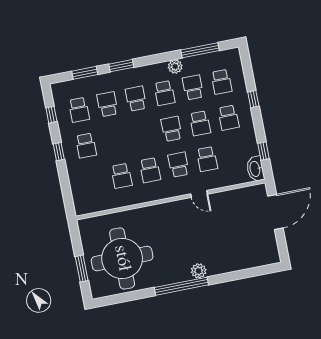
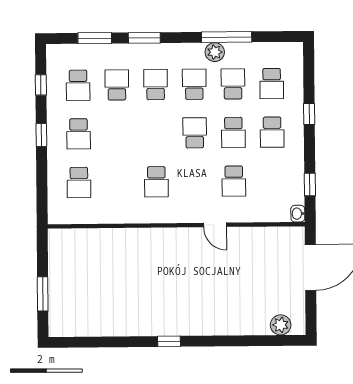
window: (200, 50) -> (227, 37), moved
school desk: (164, 93) -> (194, 84), turned 180
school desk: (178, 165) -> (195, 181), removed
washbasin: (255, 169) -> (298, 214), width x0.52, depth x0.69
school desk: (121, 176) -> (79, 182), moved
round table: (122, 258) -> (98, 291), removed
plant: (199, 271) -> (281, 325), moved
window: (181, 286) -> (169, 341), width x0.32

